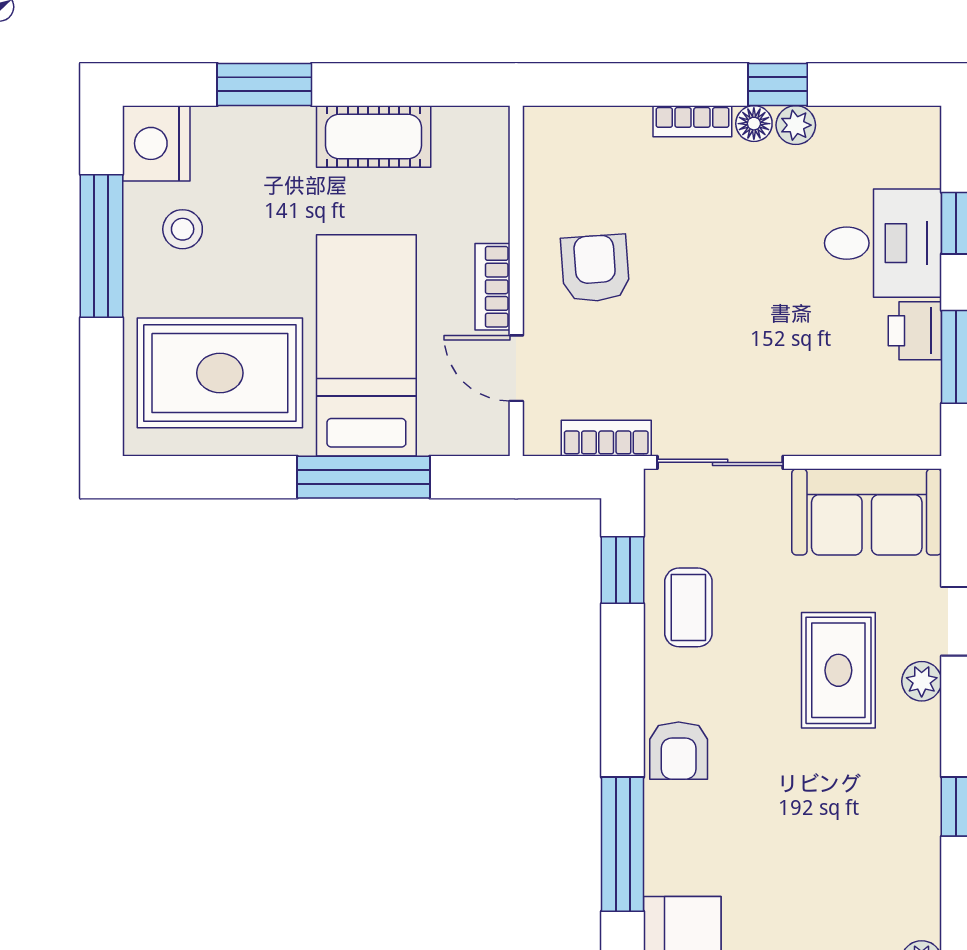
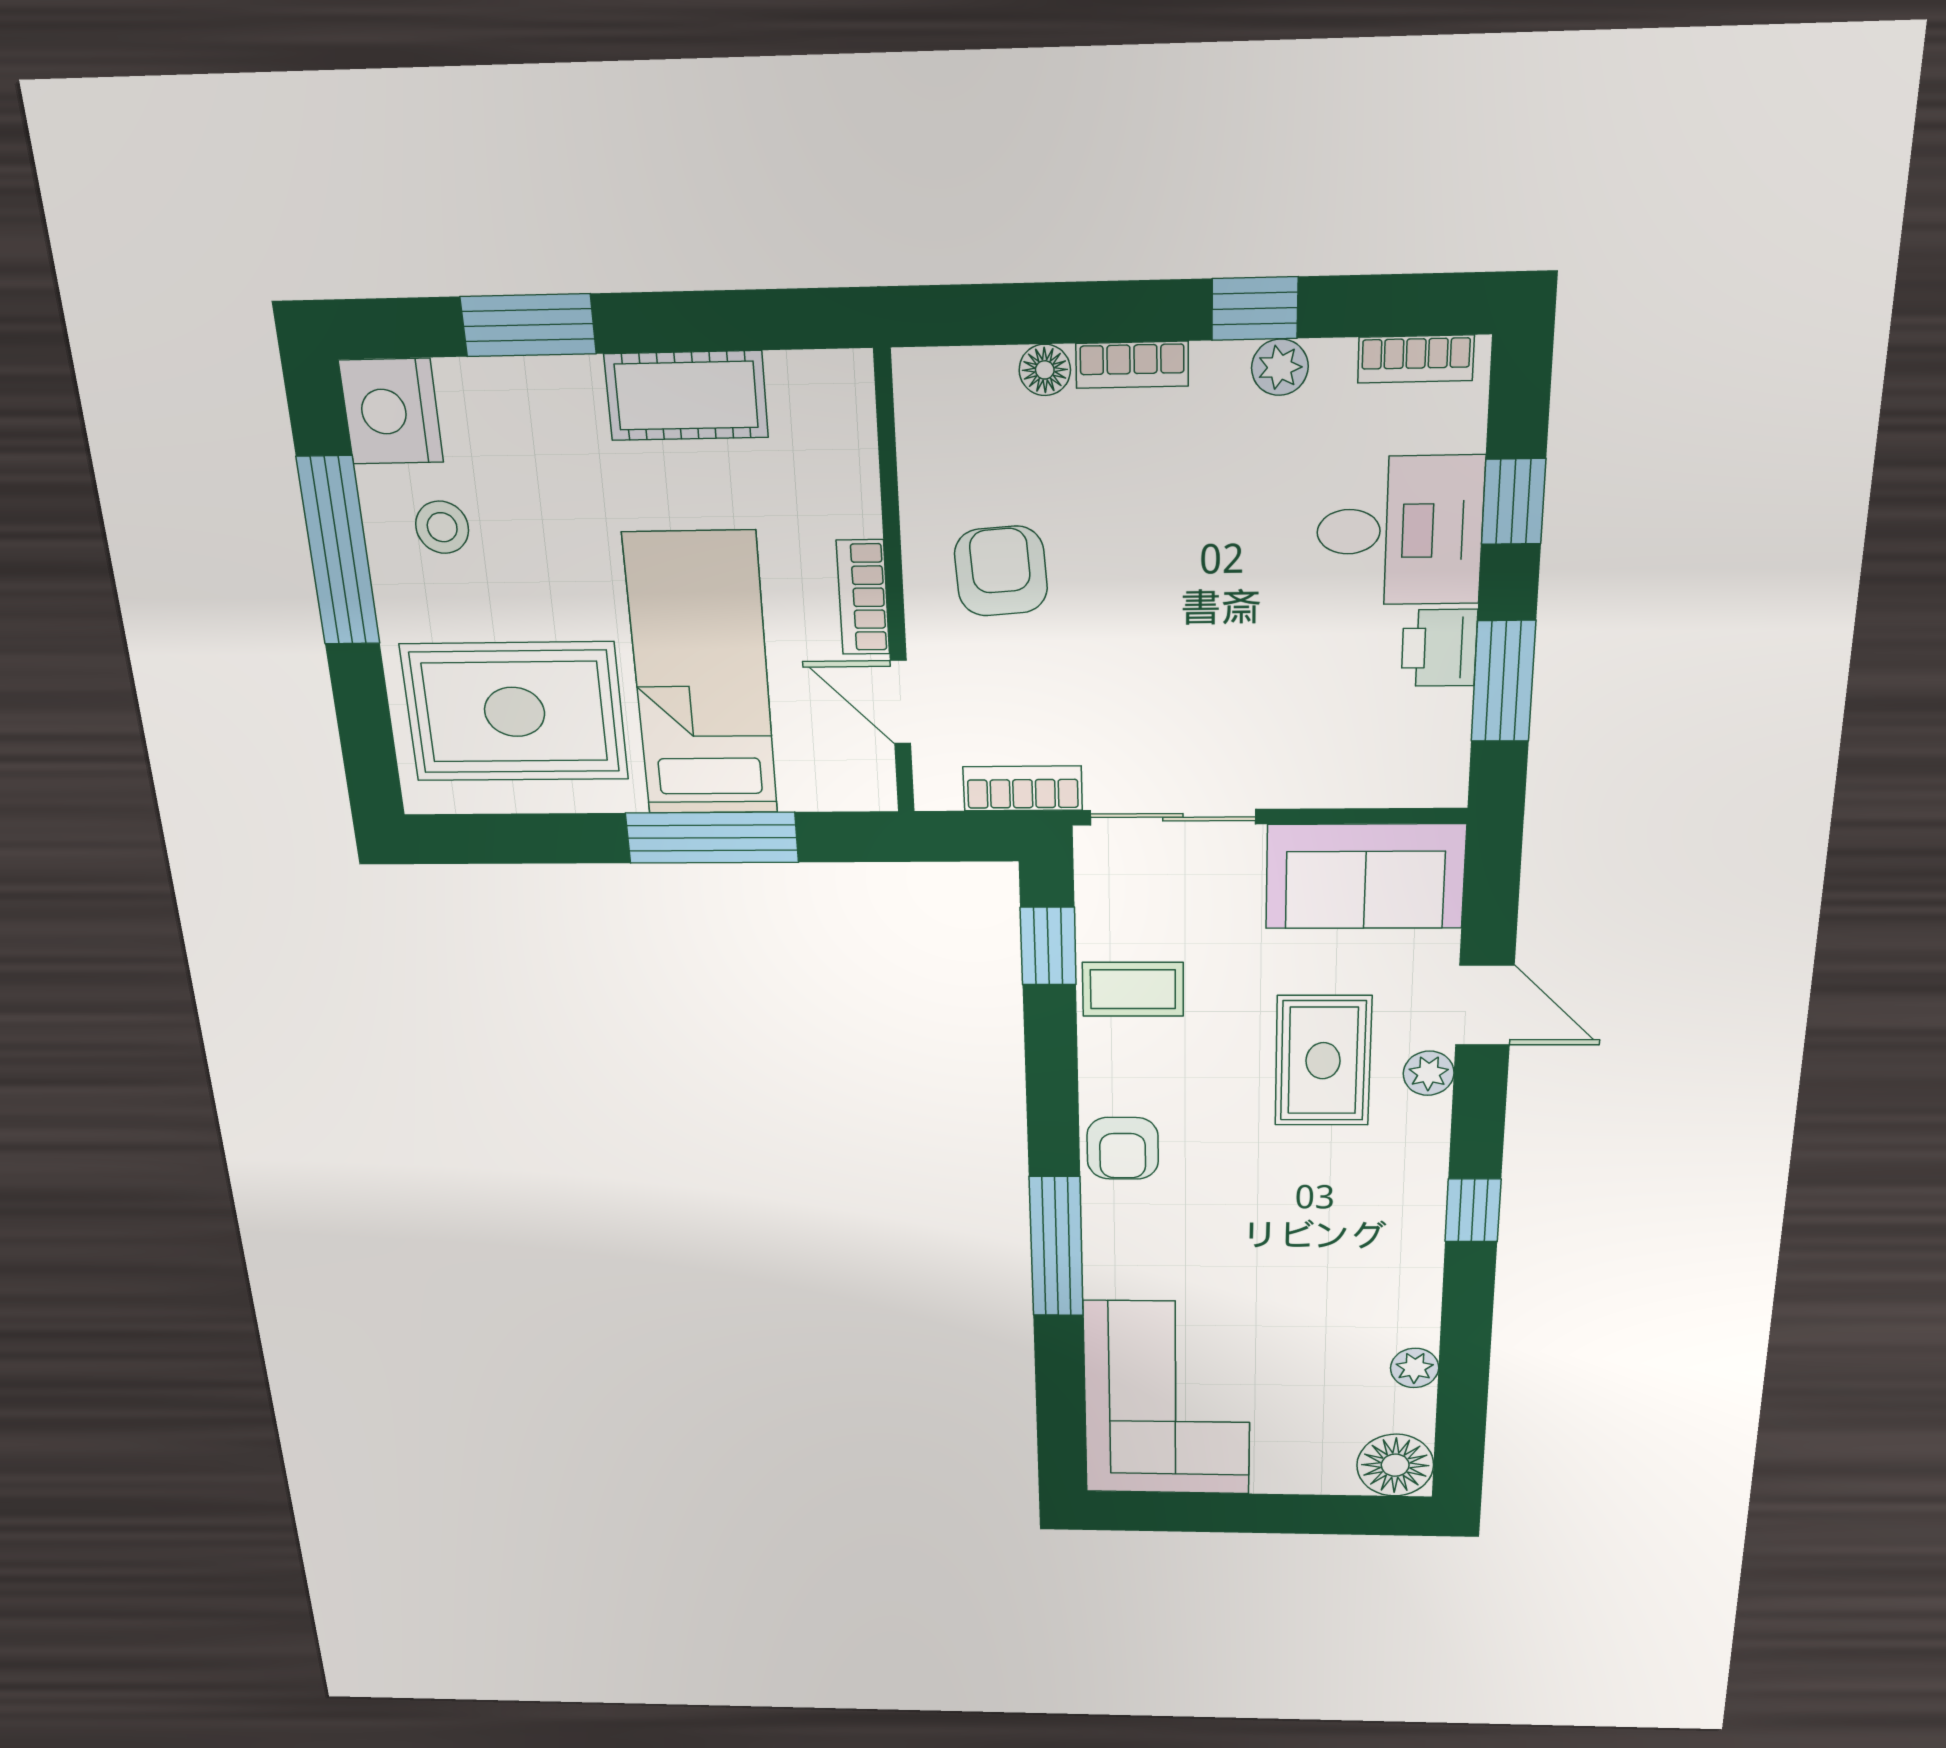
bookcase: (890, 121) -> (1416, 359), added
floor lamp: (754, 124) -> (1045, 370), moved
coffee table: (688, 607) -> (1133, 989), turned 90

